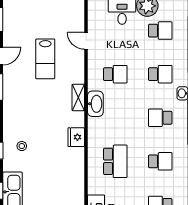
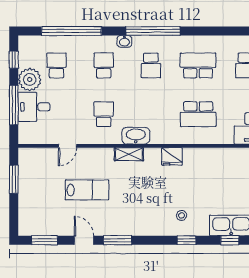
school desk: (115, 161) -> (198, 114), turned 180
school desk: (160, 161) -> (198, 65), width x1.85

